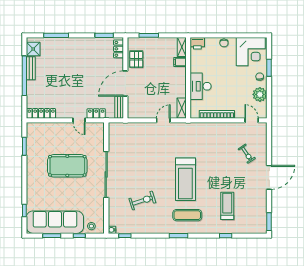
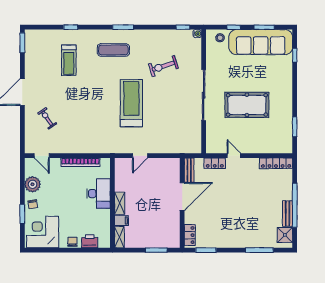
printer: (197, 43) -> (90, 241), moved
pallet: (136, 59) -> (170, 224), removed
shelving: (182, 108) -> (120, 203), moved
treadmill: (185, 179) -> (131, 103), moved

